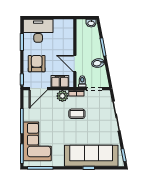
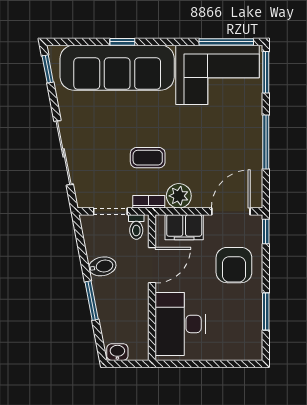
desk: (38, 31) -> (180, 324), moved, turned 90
door: (75, 64) -> (152, 265), hinge flipped
corner sofa: (37, 141) -> (218, 75), moved, turned -90

